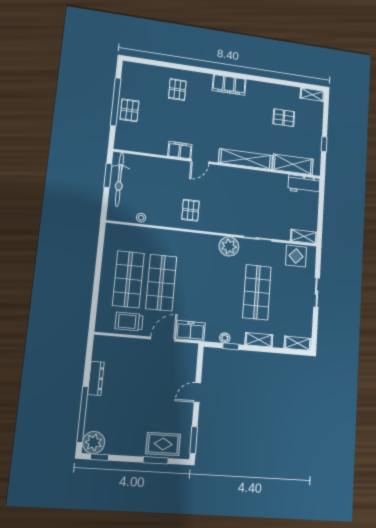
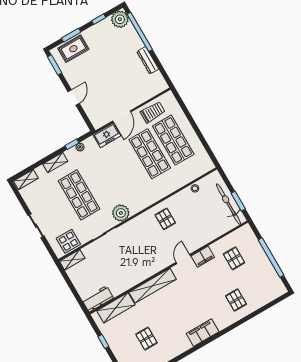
pallet: (129, 110) -> (234, 258), moved
pallet: (284, 118) -> (146, 339), turned 90
window: (100, 457) -> (99, 19), moved

